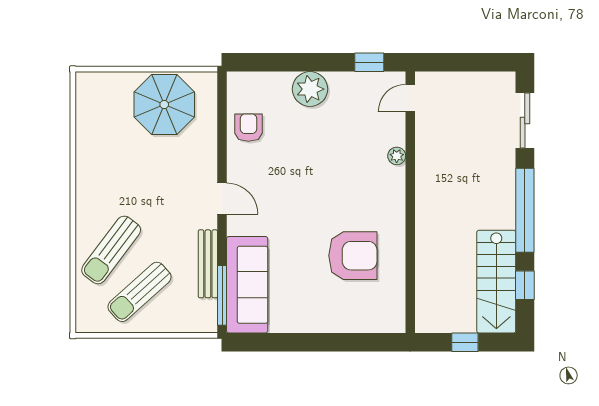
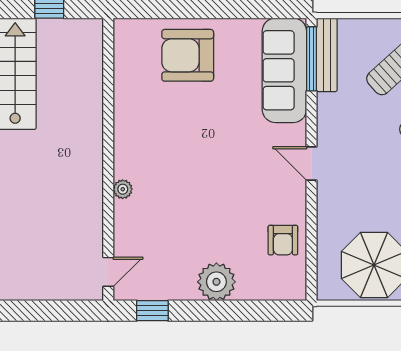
plant: (397, 156) -> (123, 189), moved
armchair: (353, 256) -> (188, 55), moved
bench: (208, 264) -> (327, 55), moved

